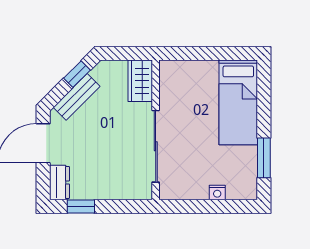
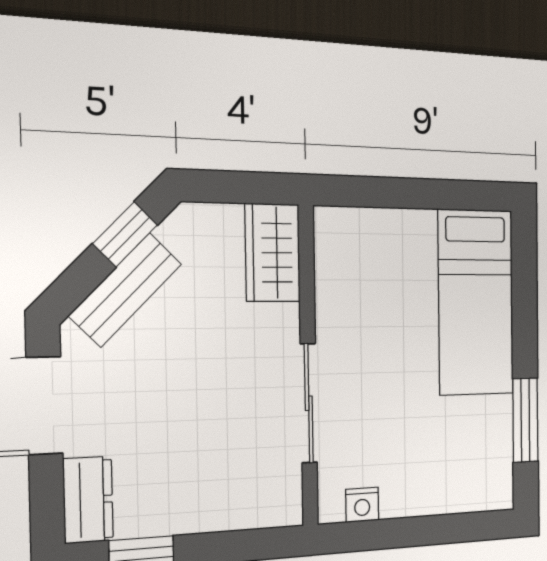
sliding door: (156, 146) -> (309, 403), width x0.73
nightstand: (217, 193) -> (362, 505), moved

